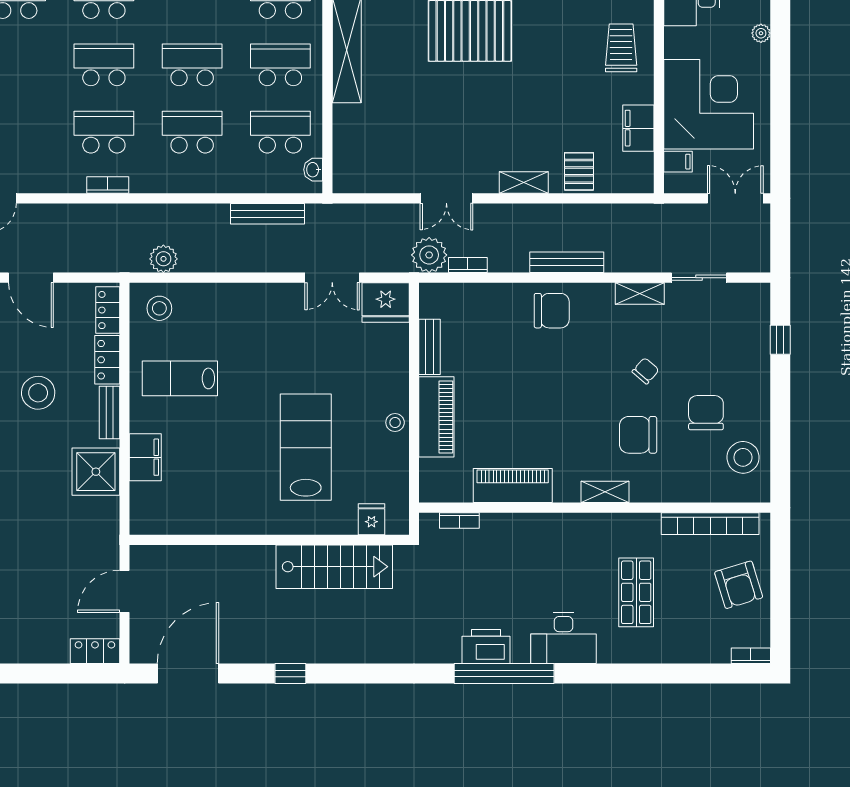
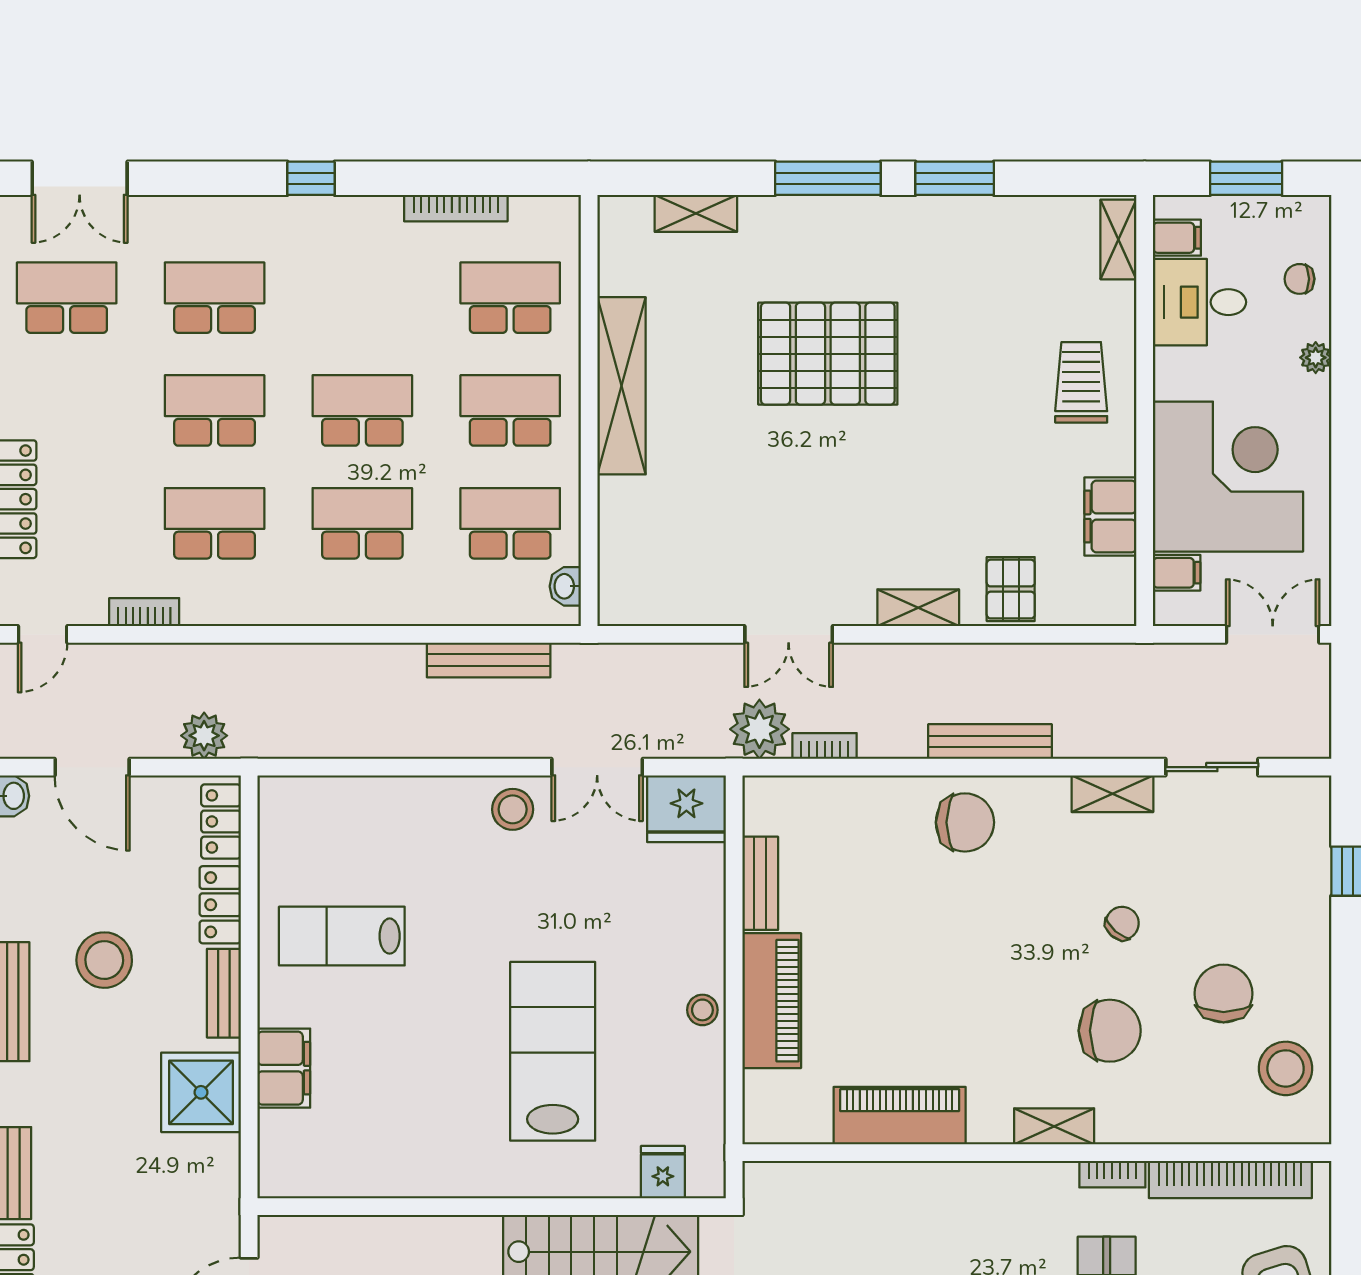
bookcase: (108, 185) -> (144, 612), moved
plant: (163, 259) -> (204, 736), moved
stool: (159, 308) -> (513, 809), moved
chair: (638, 435) -> (1110, 1031), turned 180
bookcase: (459, 520) -> (1112, 1174), moved

